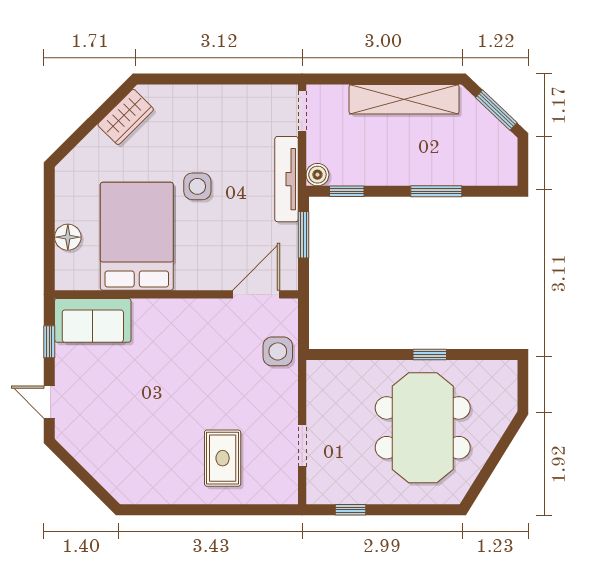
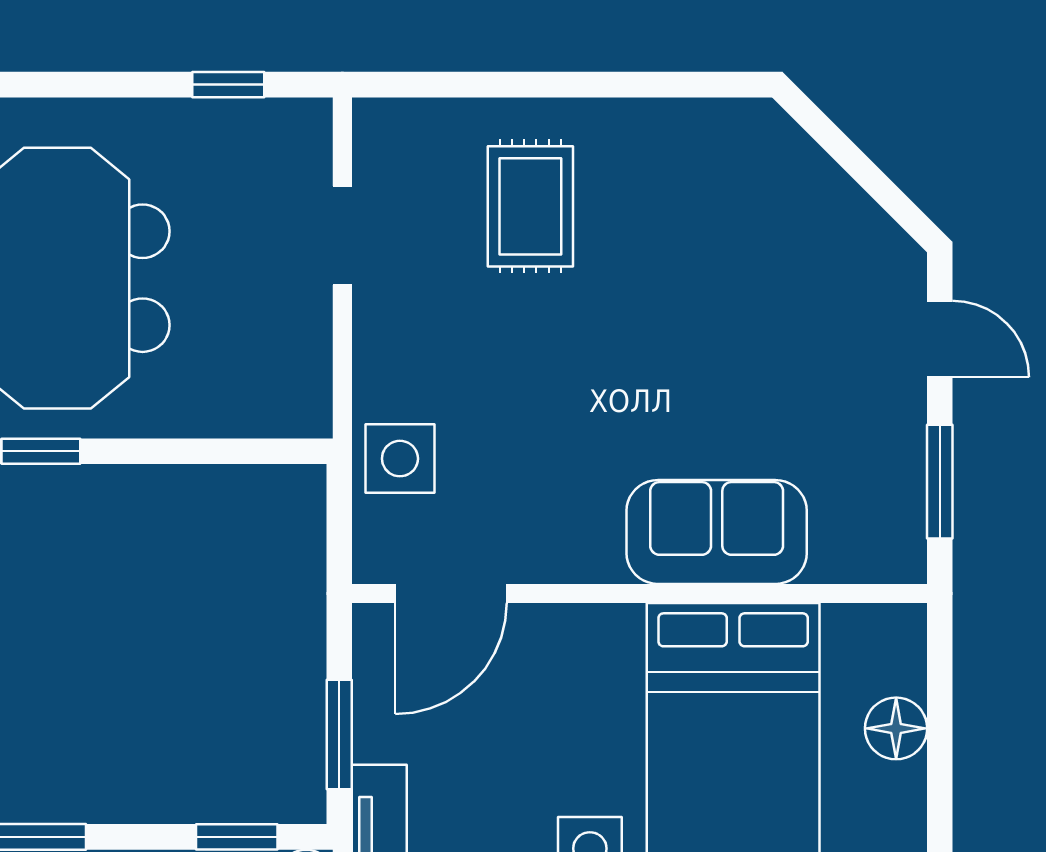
sofa: (93, 320) -> (717, 532), moved
window: (49, 342) -> (940, 482), width x1.50

